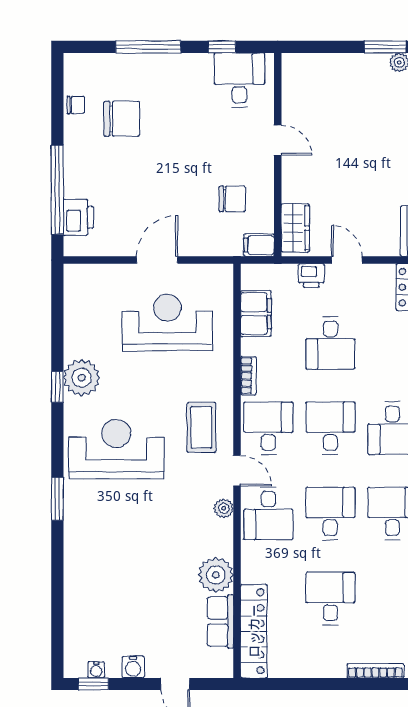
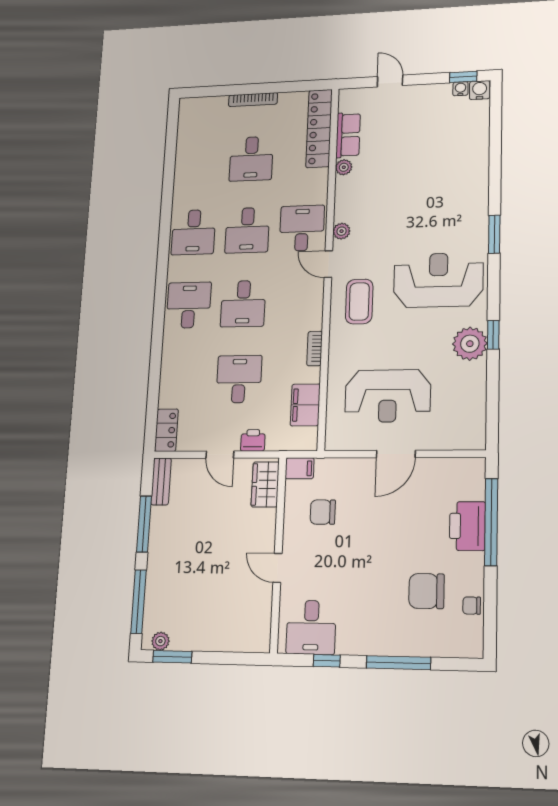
printer: (78, 217) -> (467, 526), moved, width x1.37, depth x1.19
desk: (268, 428) -> (298, 302), removed
reception desk: (116, 449) -> (438, 280), turned 180
plant: (216, 575) -> (344, 167), width x0.53, depth x0.53
water cooler: (133, 667) -> (480, 90), moved
bookcase: (375, 671) -> (253, 100), moved

